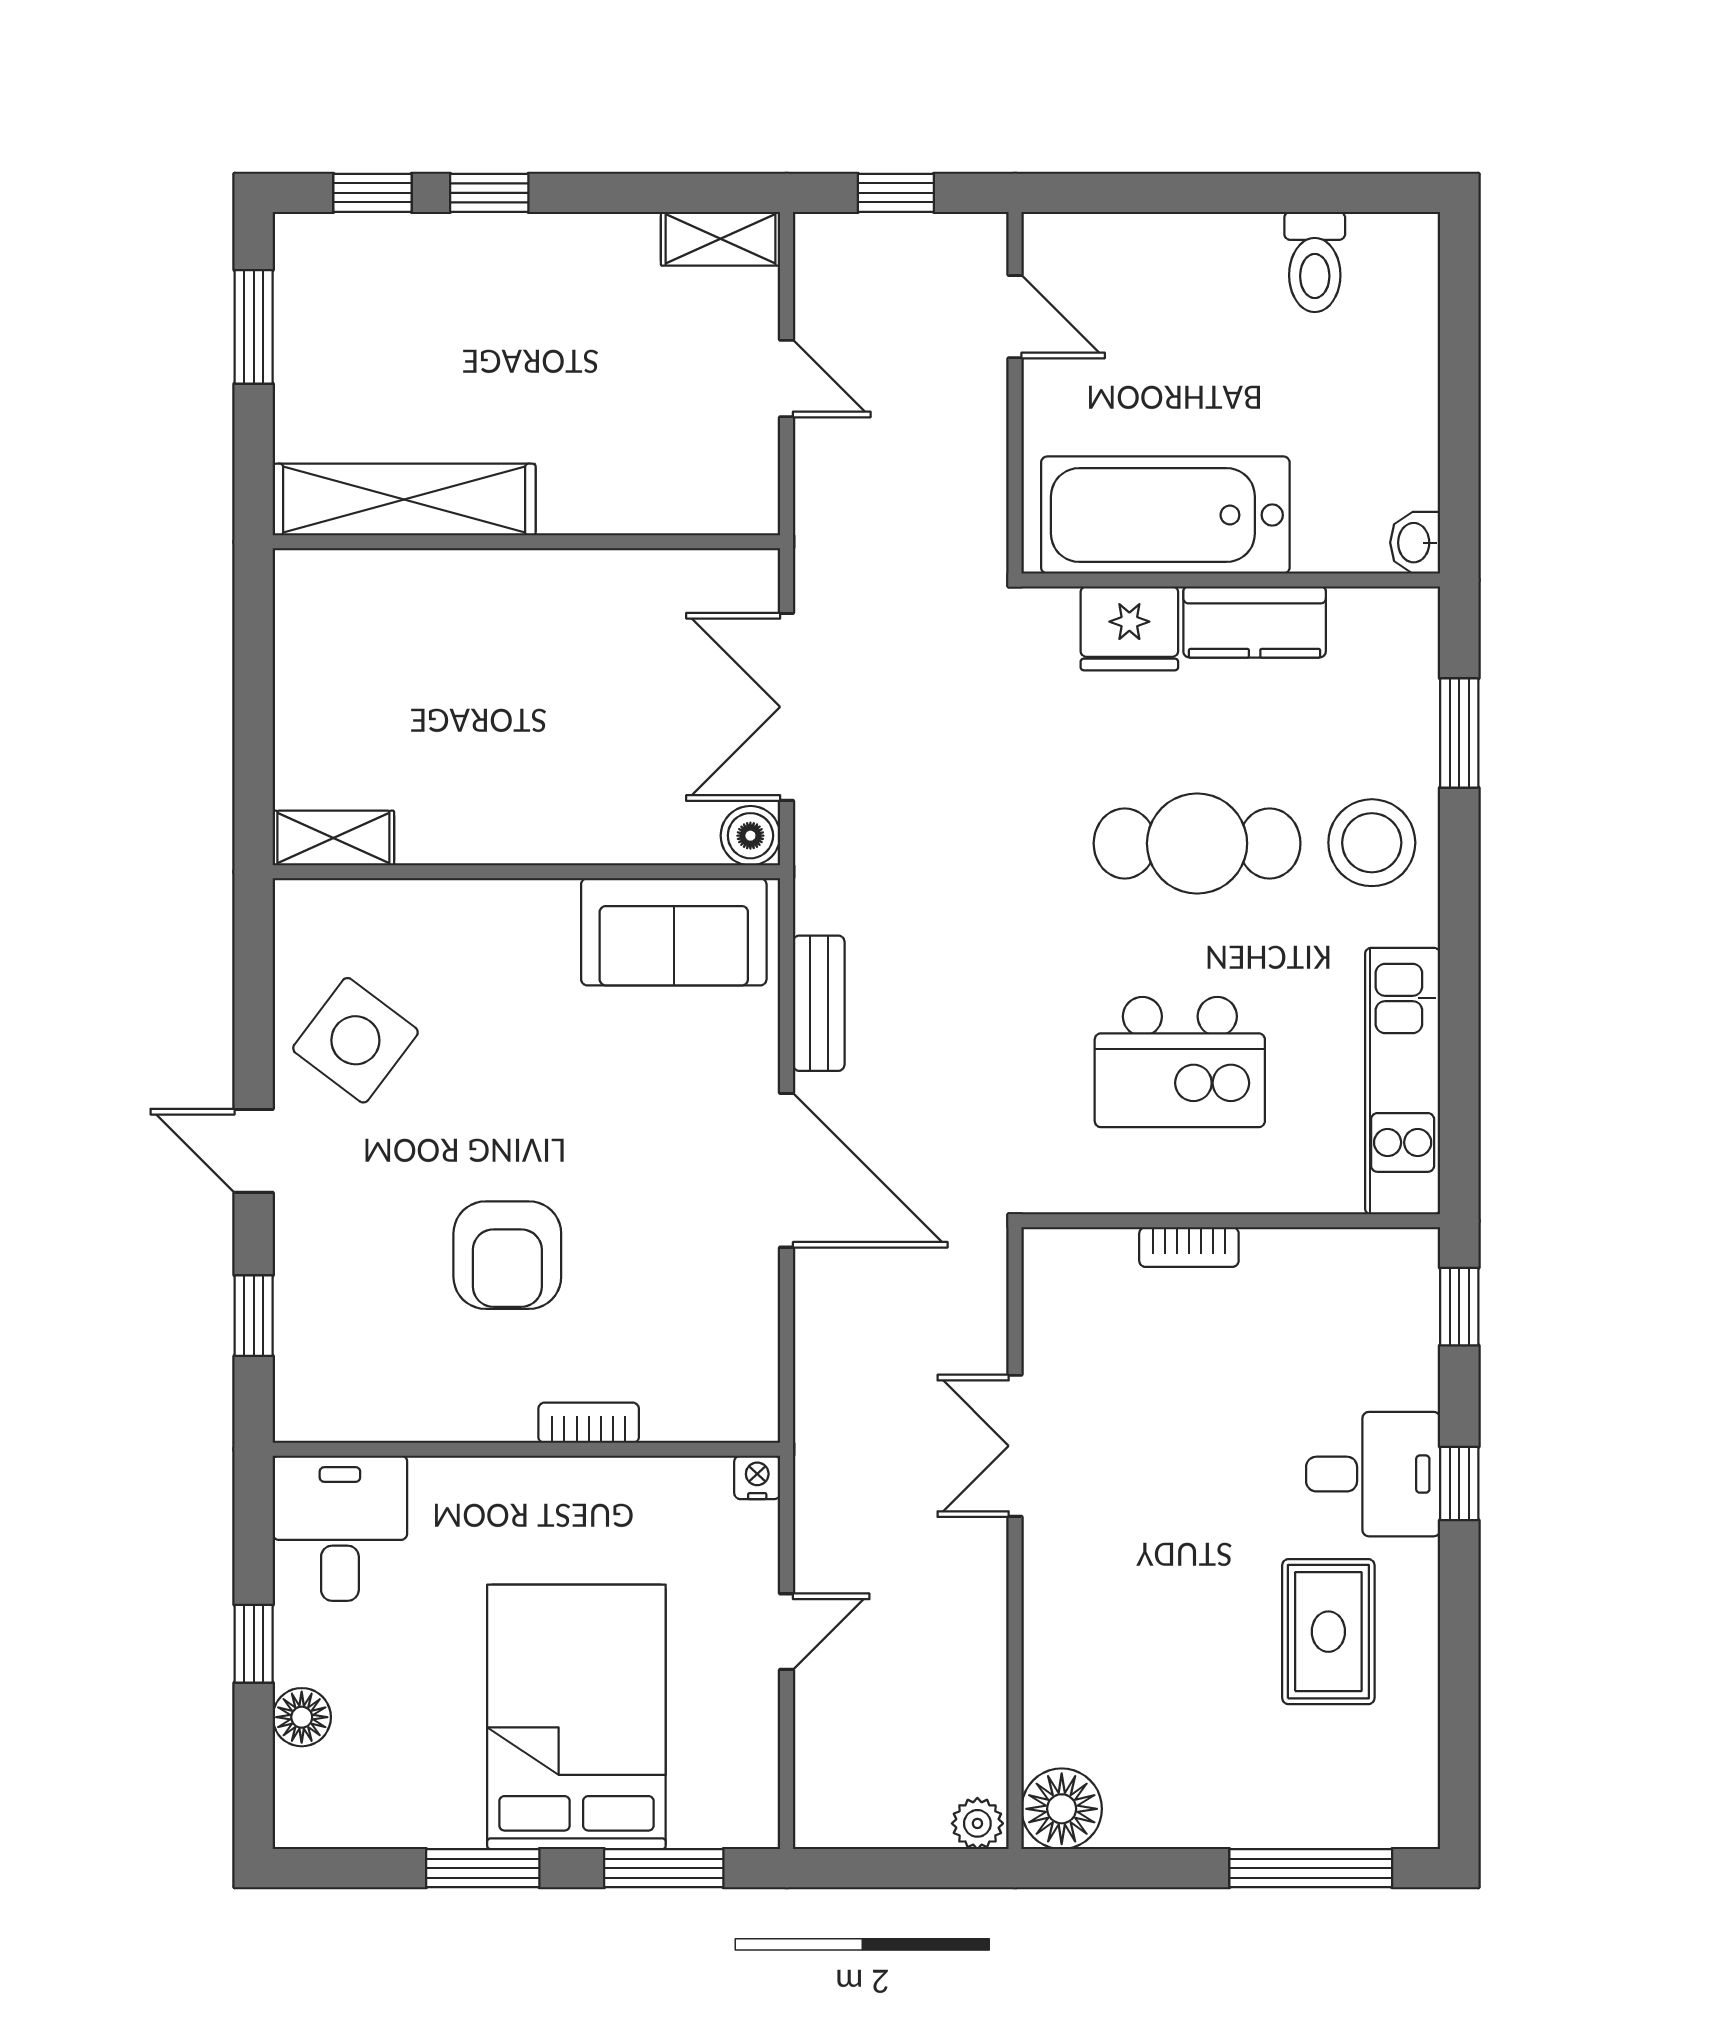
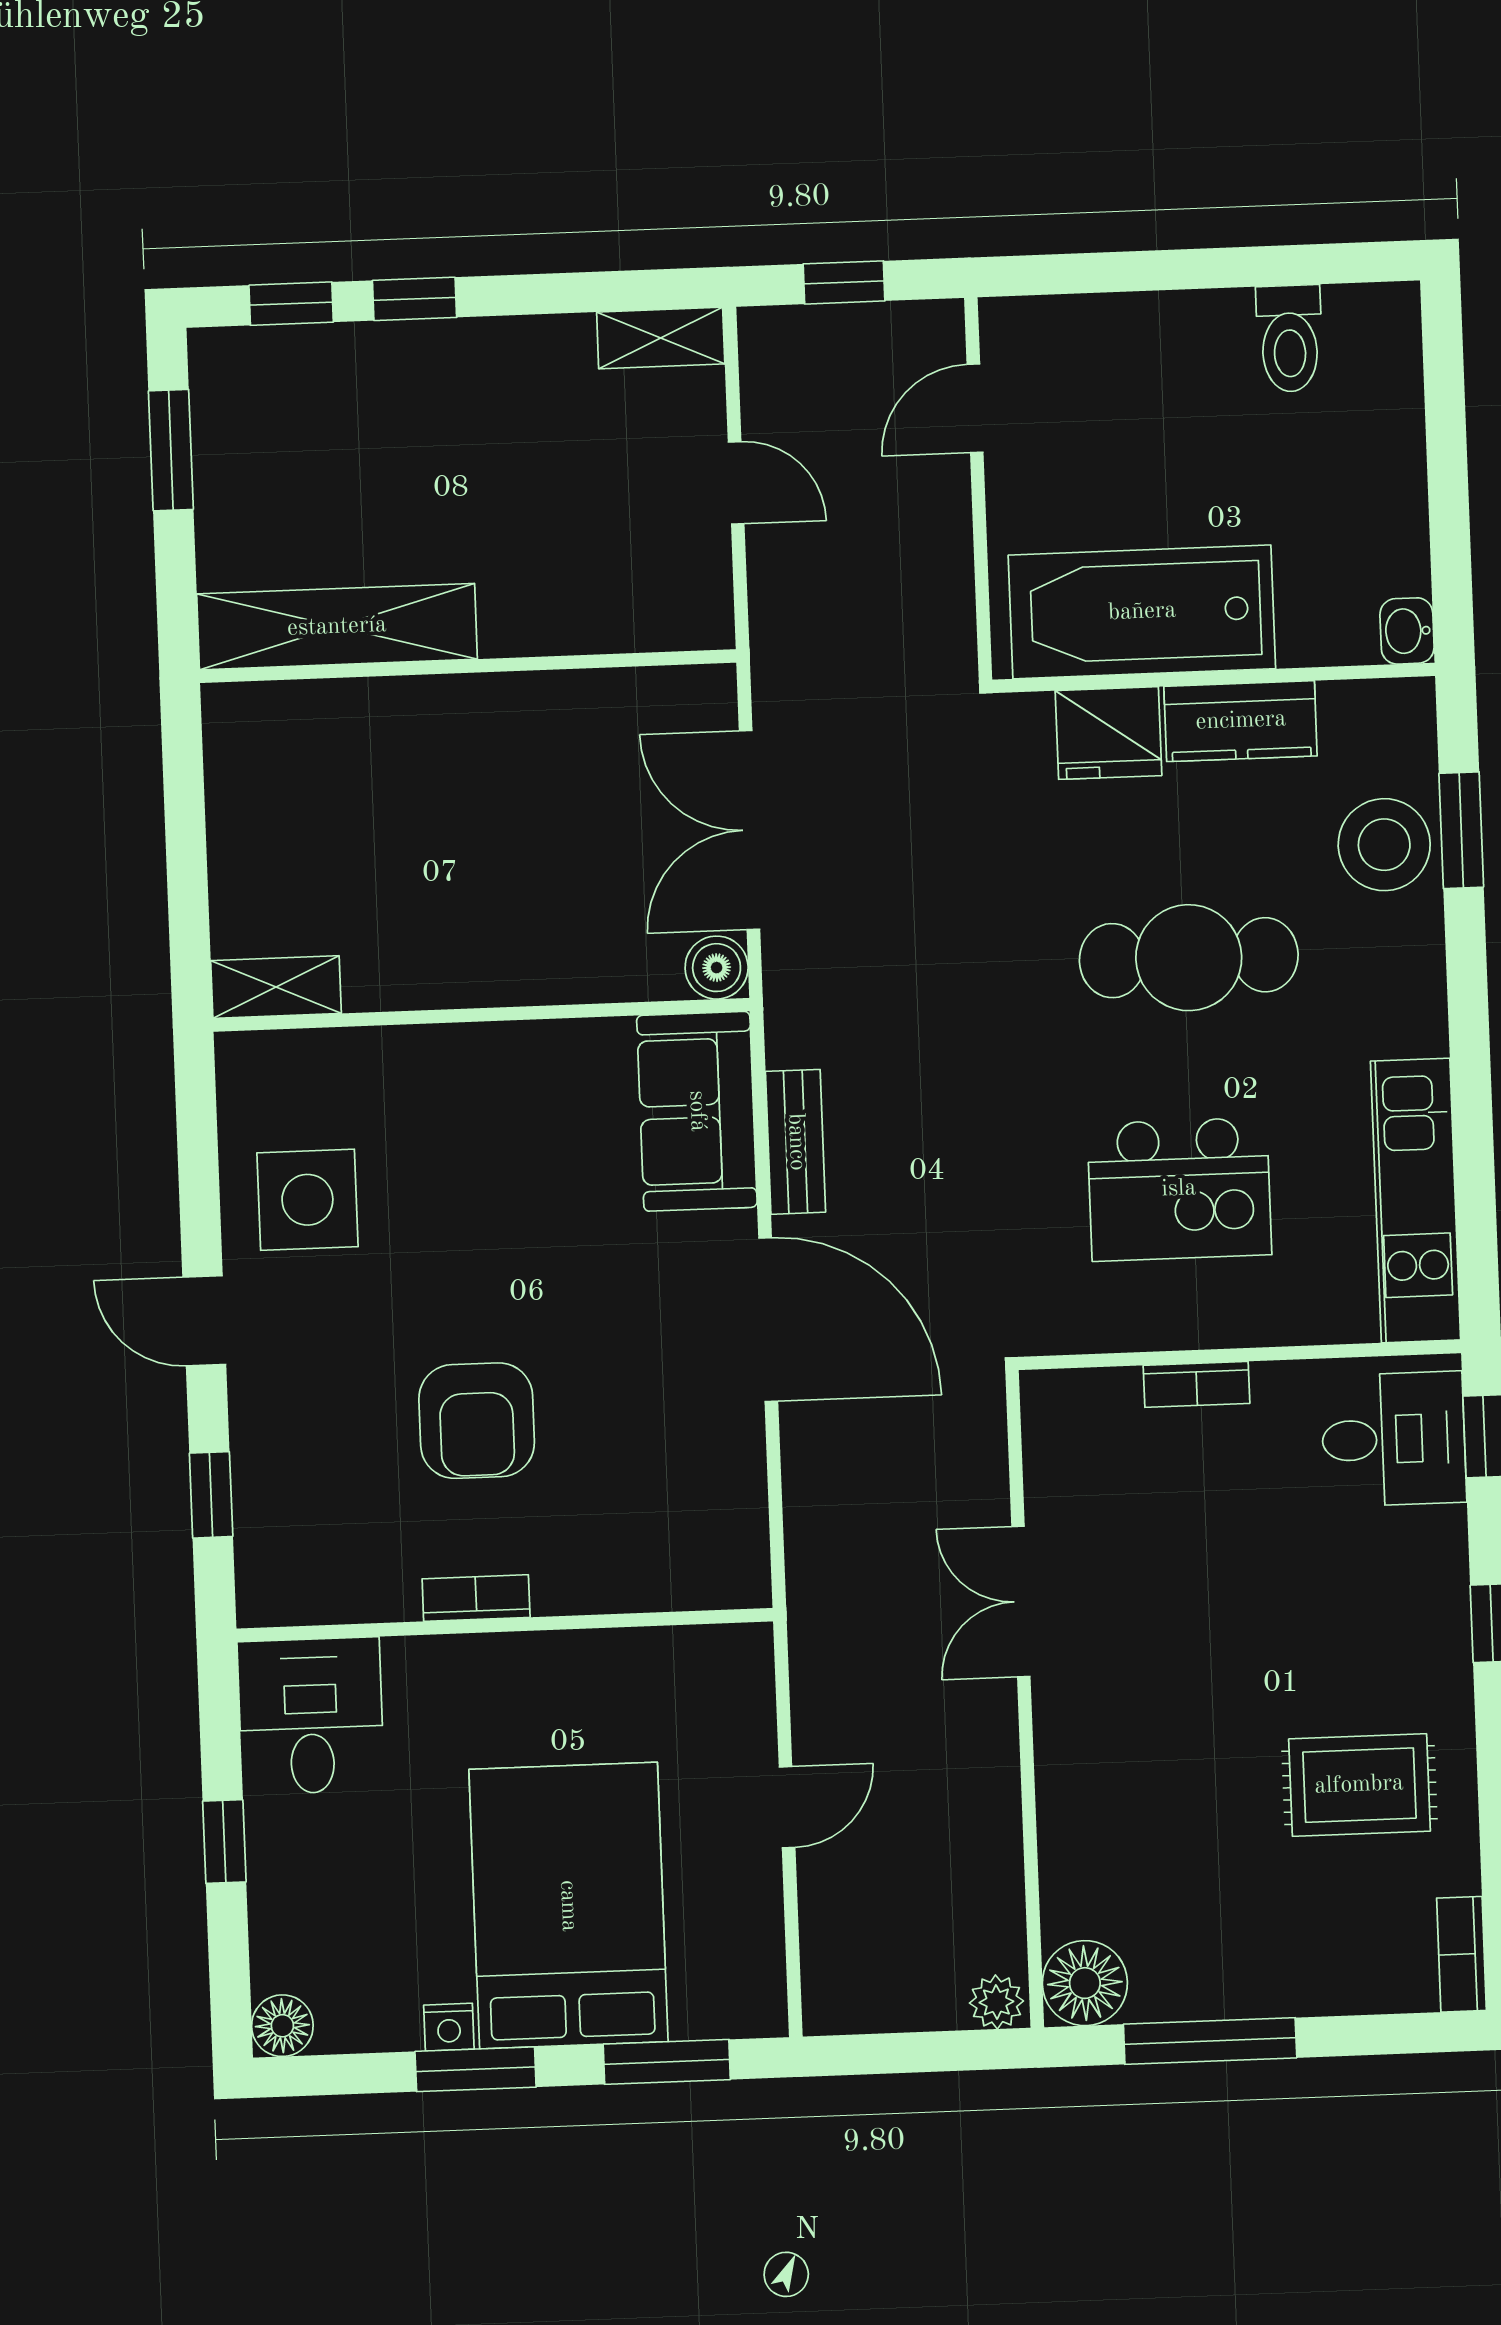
door: (1015, 317) -> (975, 408), swing flipped
stool: (1372, 843) -> (1384, 845), moved
sofa: (674, 932) -> (697, 1111), moved, turned 90
side table: (355, 1040) -> (307, 1200), turned -37
bookcase: (589, 1423) -> (476, 1598), moved
desk: (1373, 1474) -> (1394, 1439), moved
nightstand: (757, 1477) -> (449, 2027), moved, turned 180
rug: (1328, 1632) -> (1359, 1785), turned 90
floor lamp: (302, 1717) -> (282, 2026), moved
bookcase: (1419, 1795) -> (1461, 1954), added
window: (1311, 1868) -> (1210, 2041), moved

